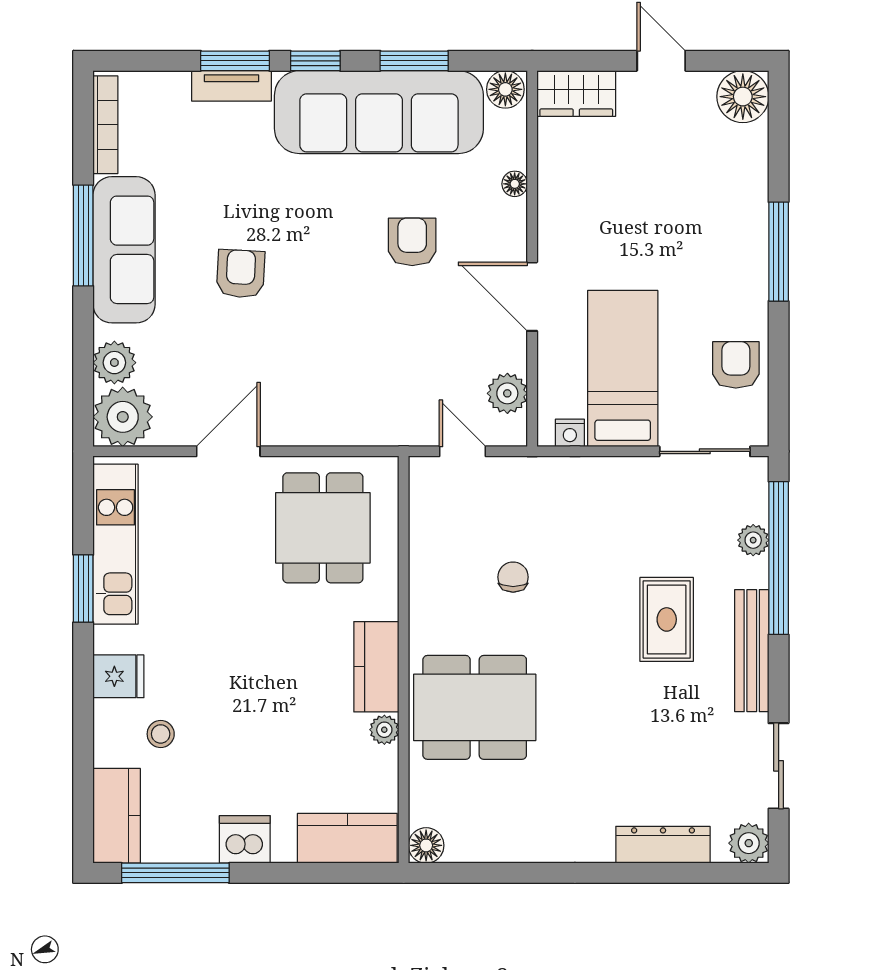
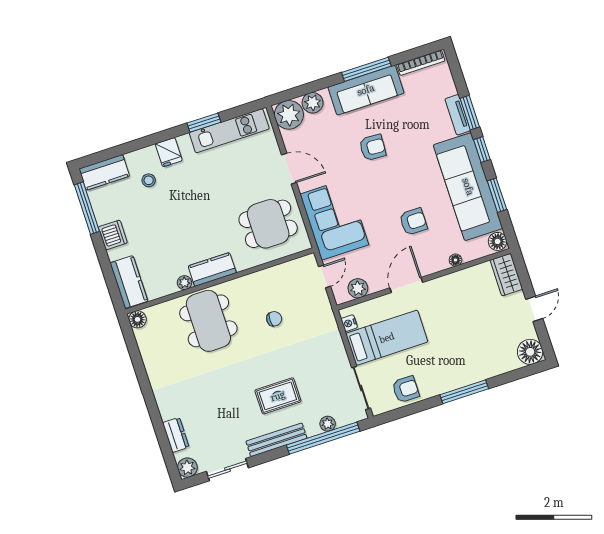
corner sofa: (357, 395) -> (334, 219), added
dresser: (663, 845) -> (176, 435), width x0.70

